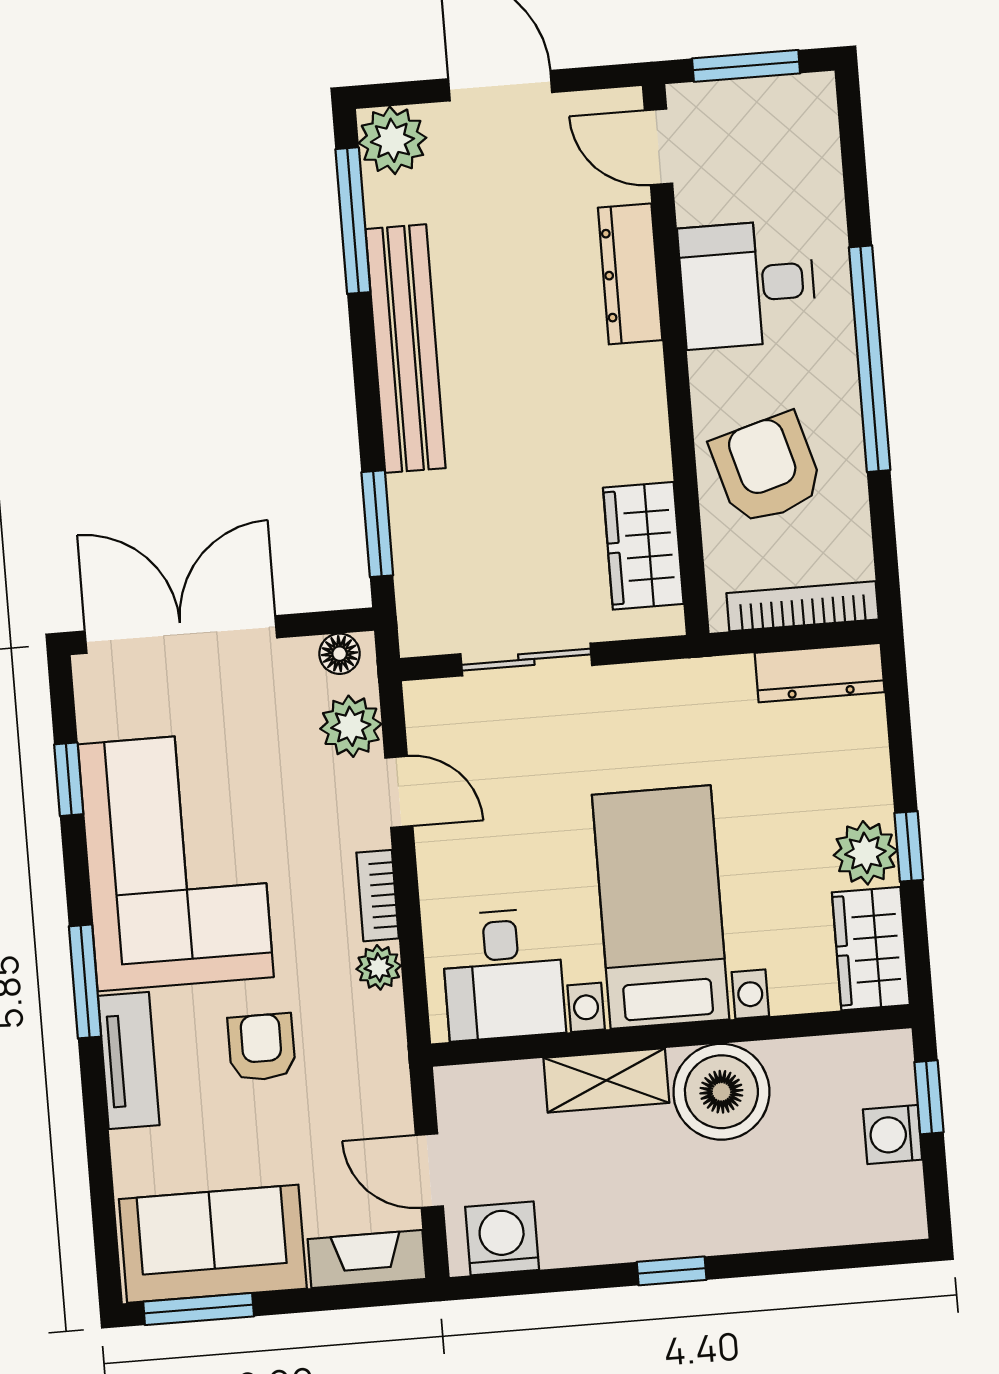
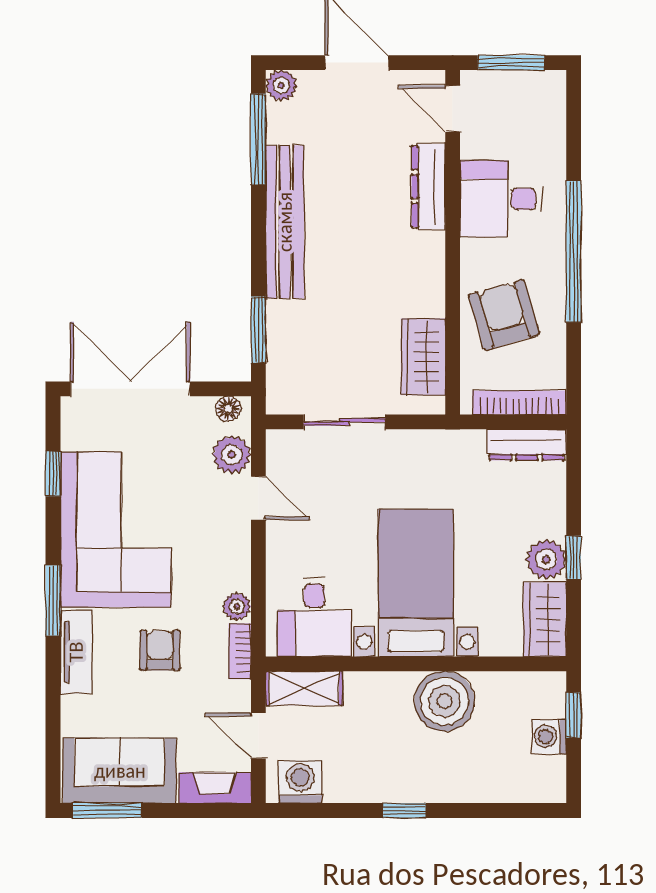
plant: (392, 140) -> (281, 85), width x0.73, depth x0.73
bookcase: (378, 896) -> (240, 651), moved
shelving: (606, 1080) -> (304, 688), moved

